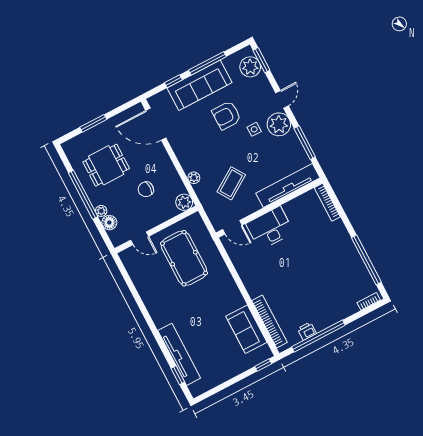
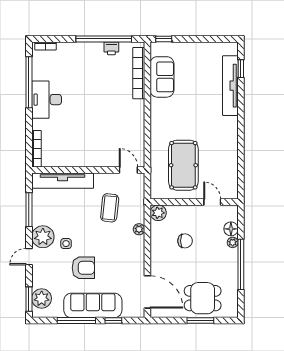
dining table: (106, 165) -> (203, 298), moved
coffee table: (231, 183) -> (110, 208), turned -51
desk: (270, 228) -> (47, 100), moved, turned 90

